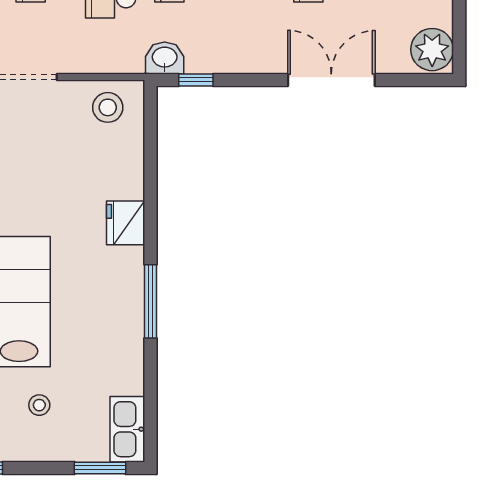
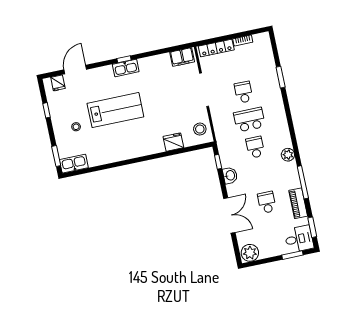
washbasin: (165, 58) -> (230, 175), moved
fridge: (126, 223) -> (173, 142), moved
window: (151, 301) -> (126, 162), removed

